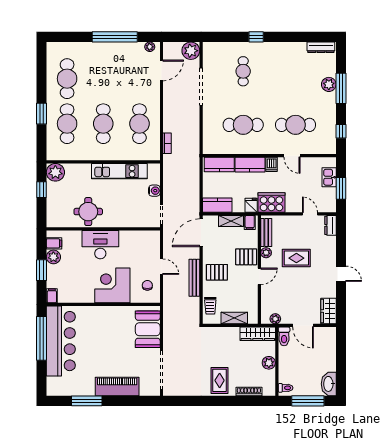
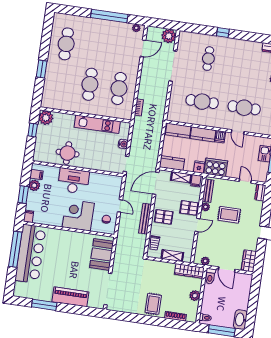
cafe table: (67, 124) -> (61, 80), removed

